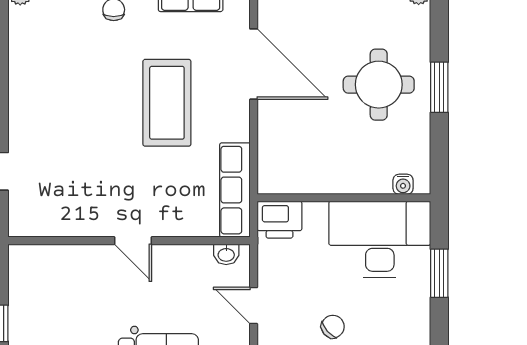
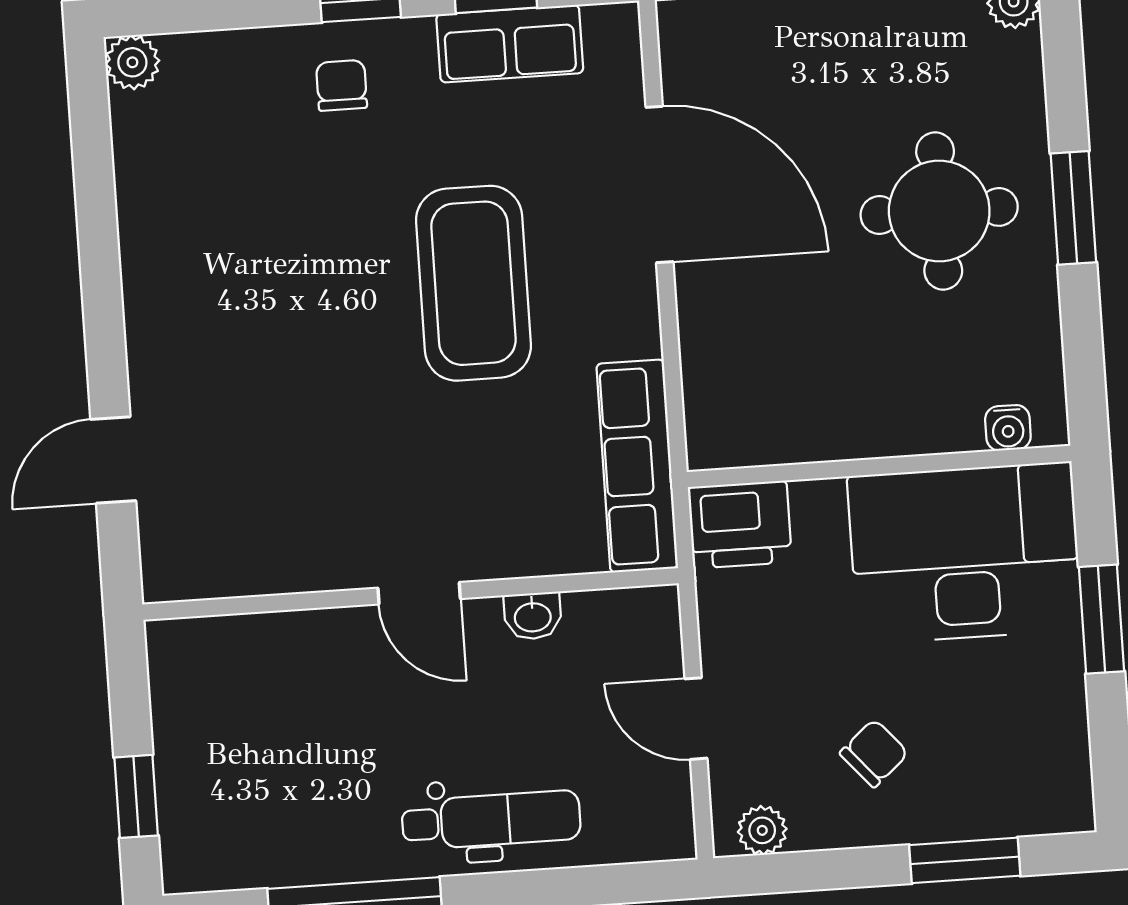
washbasin: (226, 254) -> (533, 616), moved

